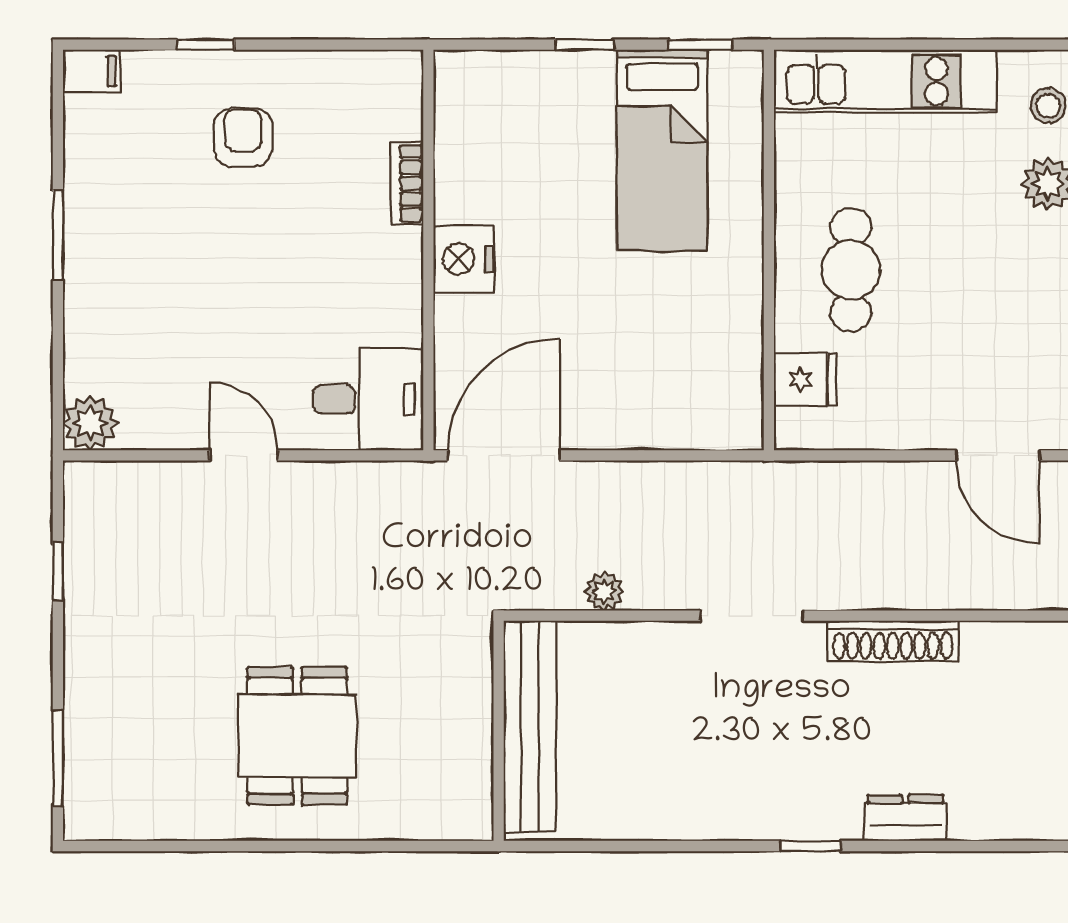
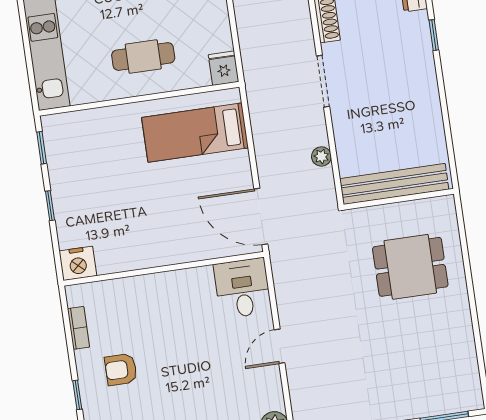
bed: (662, 150) -> (195, 133), moved, turned 180
bookcase: (407, 183) -> (78, 328), moved, turned -90
nightstand: (464, 259) -> (78, 263), moved
fridge: (805, 379) -> (224, 68), moved
dining table: (297, 736) -> (410, 267), moved

